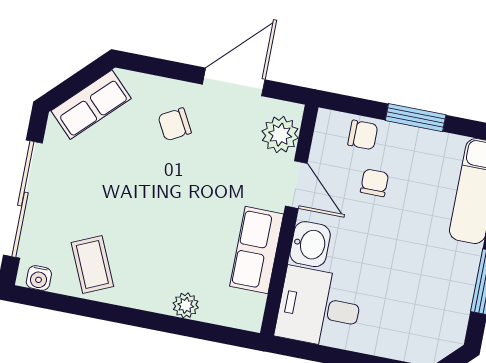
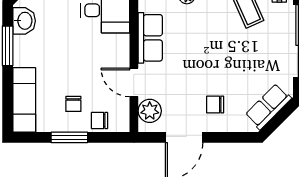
chair: (175, 124) -> (215, 104), turned -151
chair: (374, 183) -> (73, 104), moved
washbasin: (310, 244) -> (24, 21), moved, turned 180

